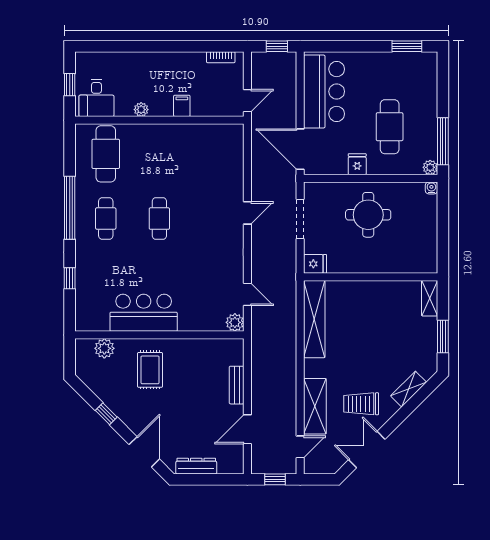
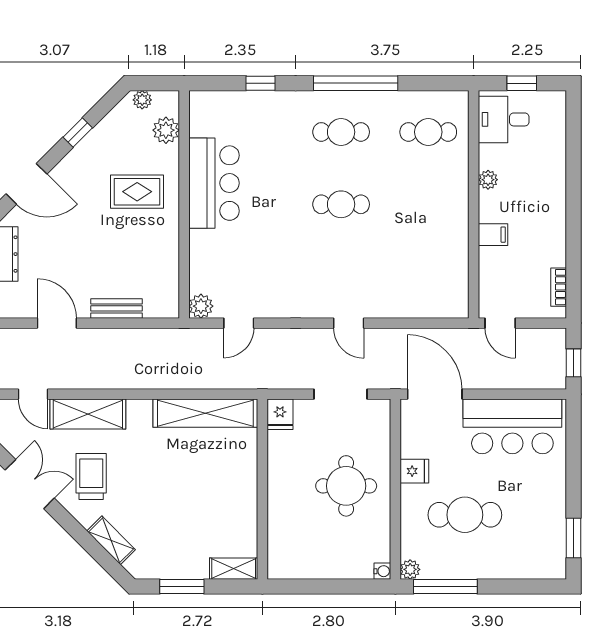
door: (300, 149) -> (435, 394), hinge flipped
cafe table: (106, 154) -> (428, 132), width x0.73, depth x0.74
plant: (82, 366) -> (142, 100), added

